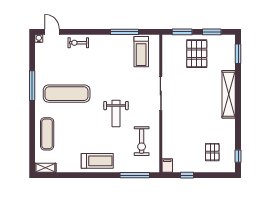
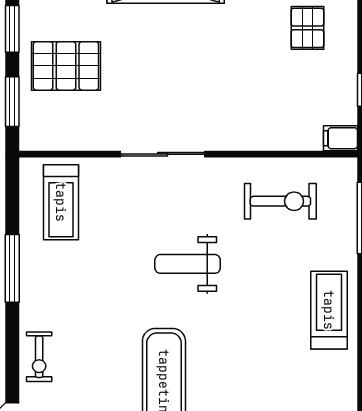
window: (124, 32) -> (12, 268), moved
treadmill: (141, 52) -> (61, 202), turned 90
weight bench: (116, 114) -> (188, 264), moved, turned 180
pallet: (212, 152) -> (307, 28), turned 90

